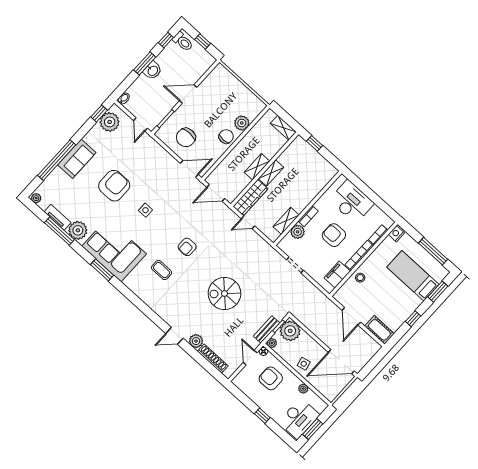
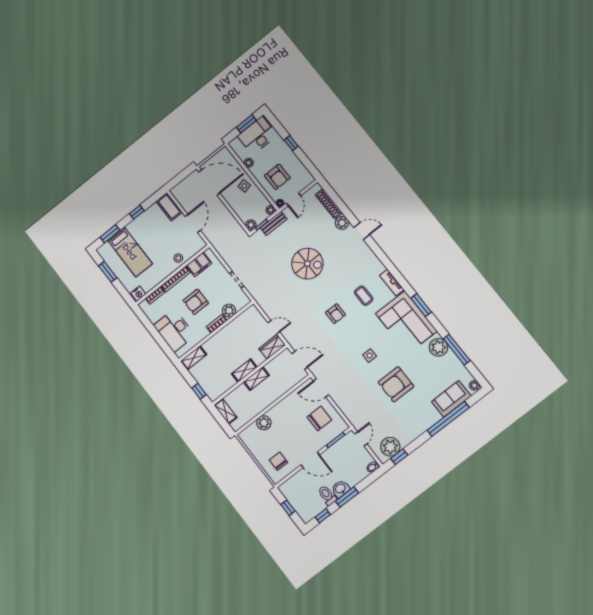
toilet: (183, 42) -> (327, 495), moved
chair: (226, 137) -> (278, 461), moved, turned 90
sofa: (77, 159) -> (451, 399), moved
wardrobe: (250, 198) -> (272, 347), width x0.67
tv unit: (58, 217) -> (392, 283), moved
shelving: (286, 221) -> (194, 358), moved
armchair: (334, 235) -> (196, 302), turned 90
armchair: (187, 247) -> (336, 314), turned 90
window: (433, 251) -> (108, 272), width x0.69
plant: (290, 331) -> (251, 225), width x0.53, depth x0.53

